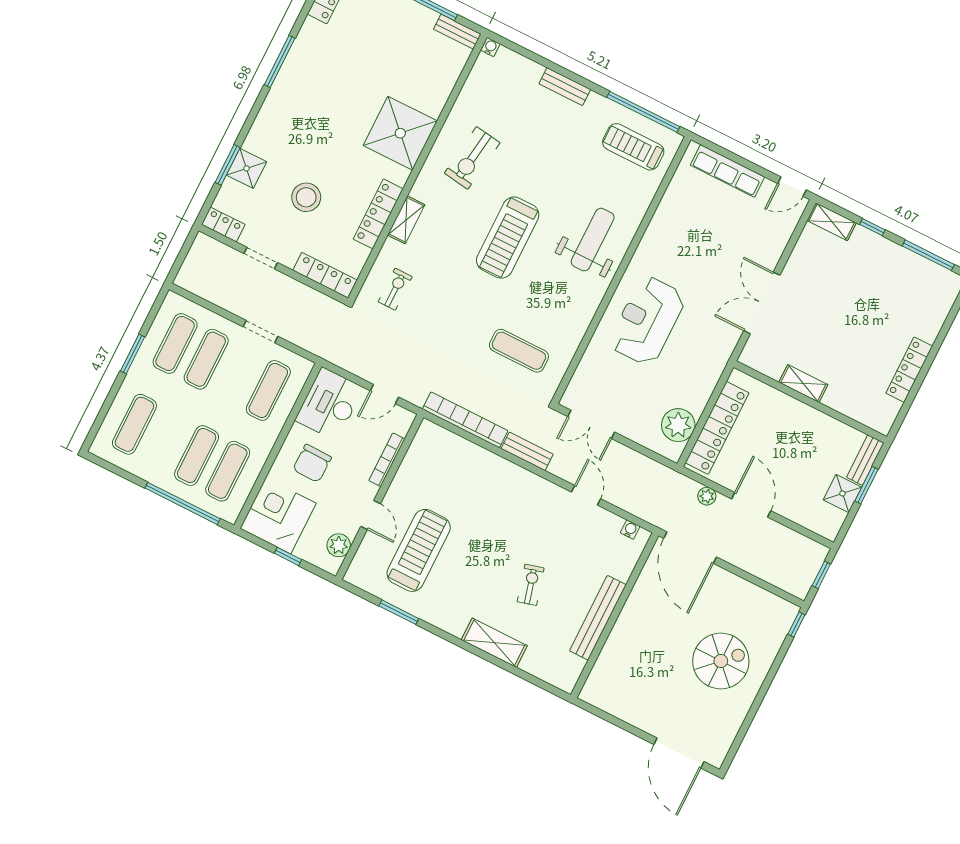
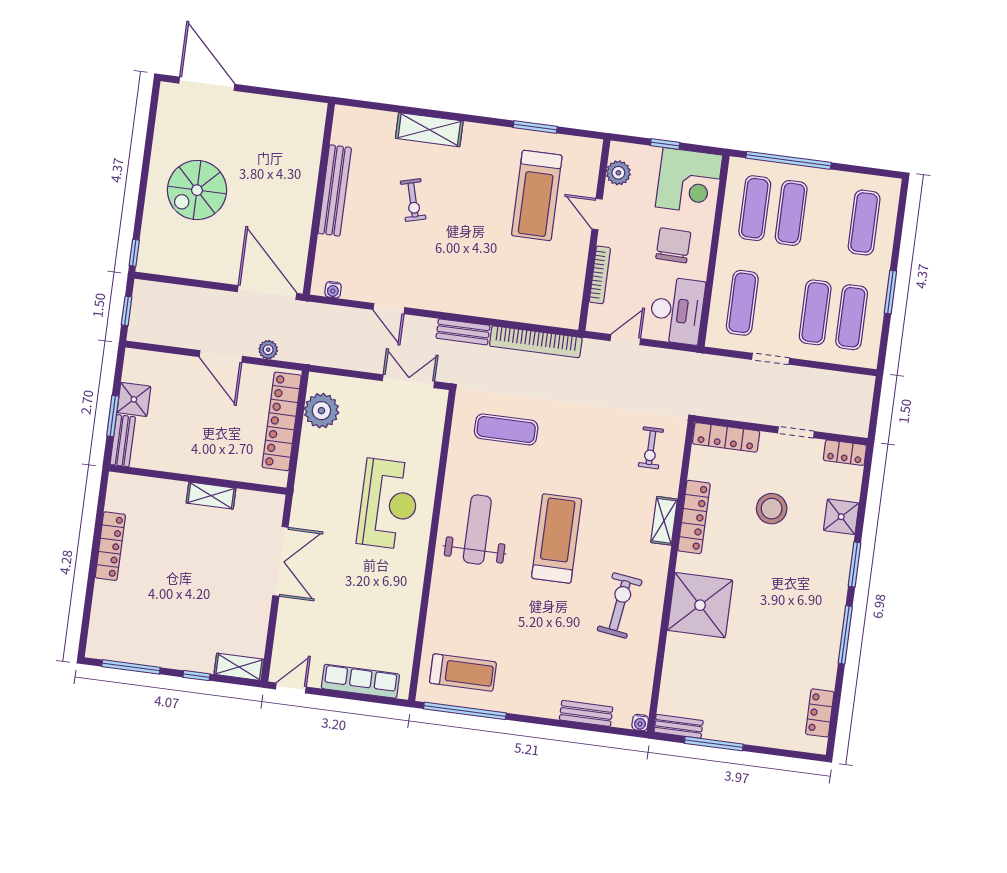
bench: (565, 87) -> (586, 713), moved
window: (228, 165) -> (855, 564), moved
weight bench: (593, 240) -> (477, 530), moved, turned 180

